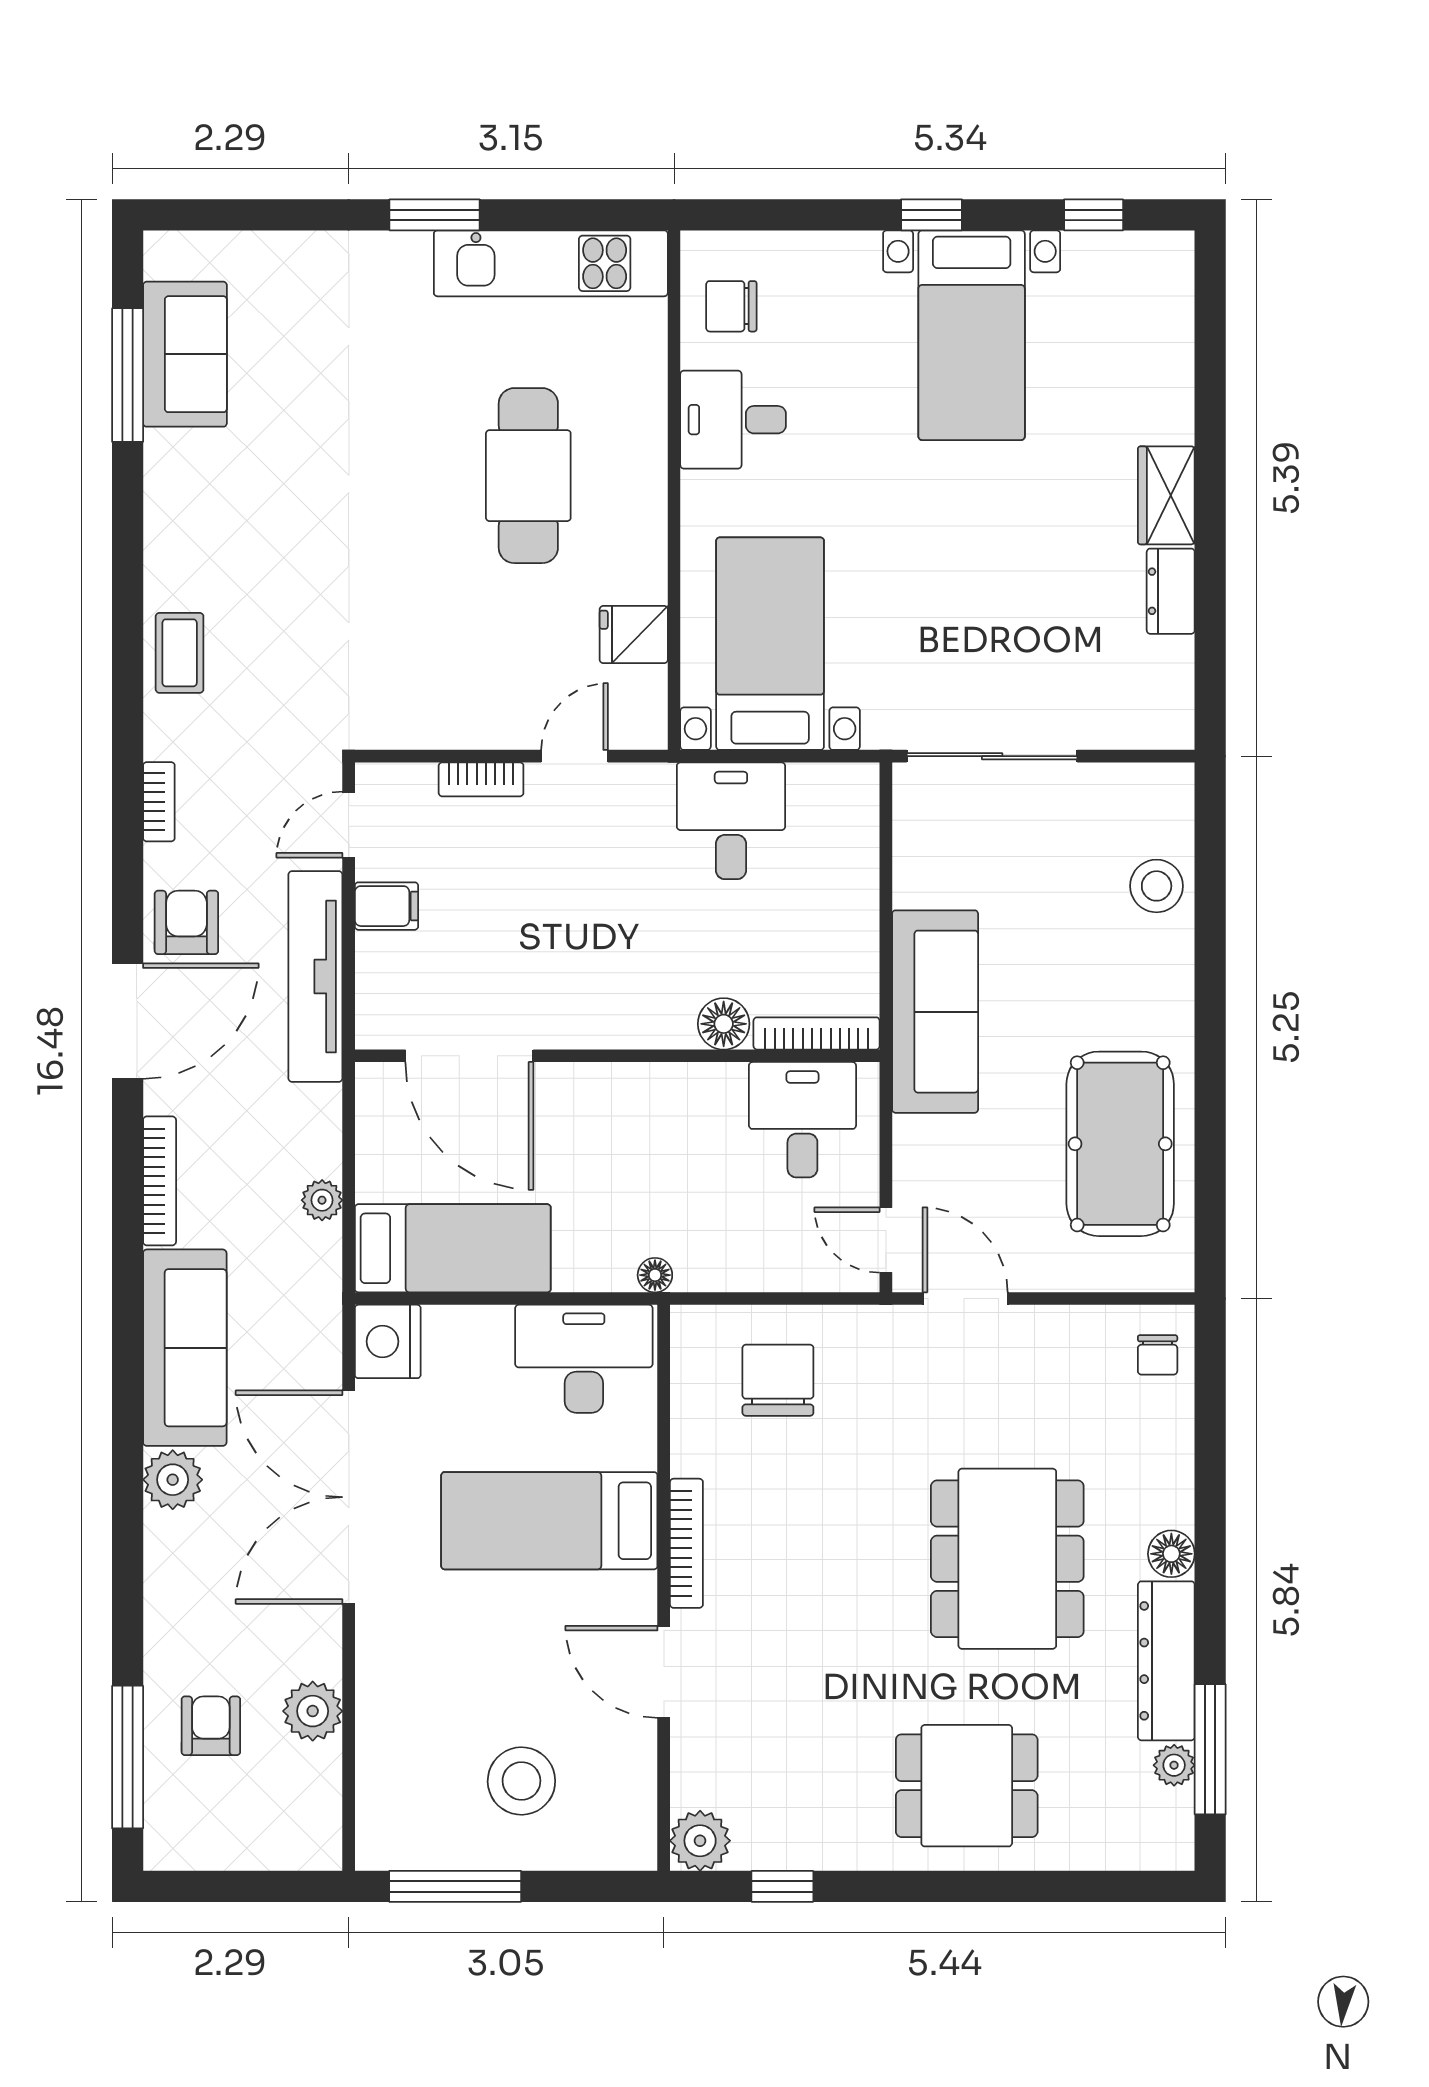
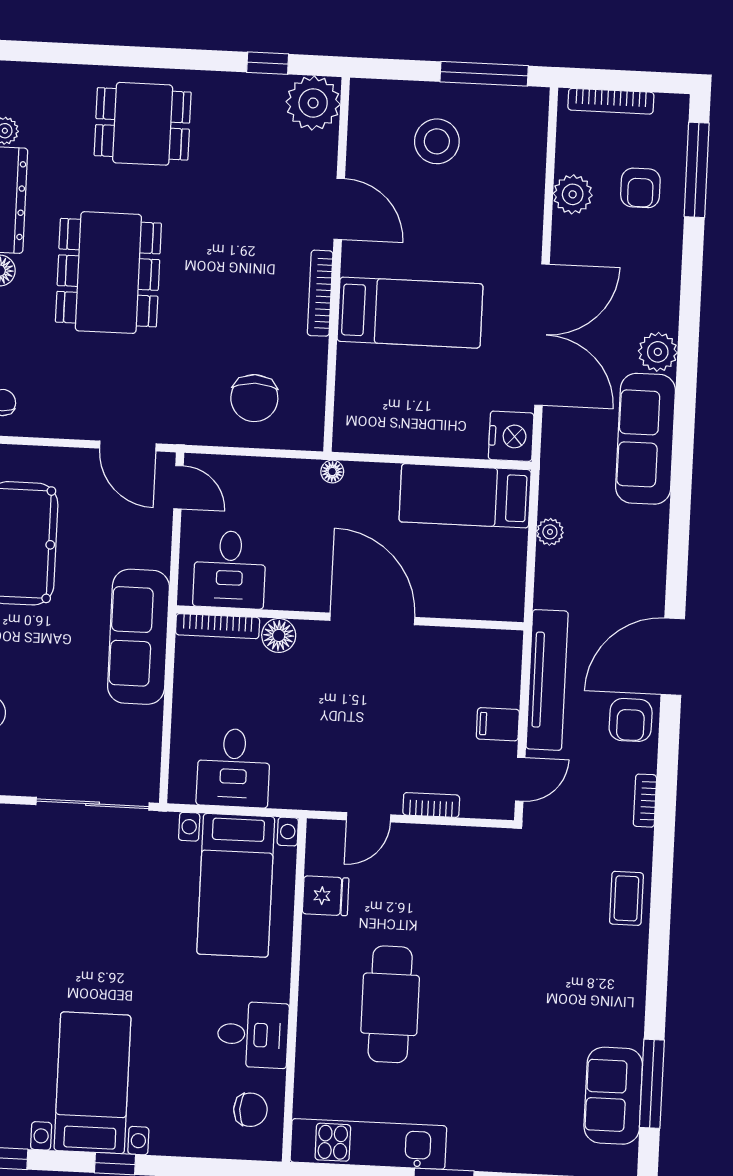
desk: (731, 821) -> (234, 768), moved
door: (469, 1056) -> (372, 619), moved
bookcase: (160, 1181) -> (611, 101), moved, turned -90
desk: (584, 1359) -> (382, 419), removed
plant: (700, 1841) -> (313, 103), width x1.36, depth x1.36

